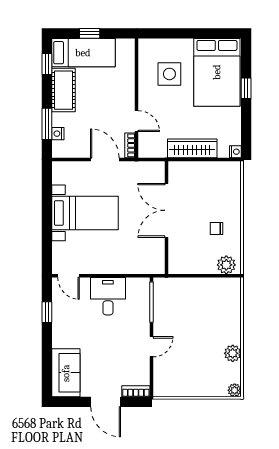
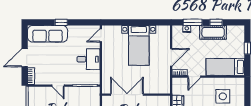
bed: (83, 53) -> (225, 67), moved, turned 90
window: (47, 64) -> (216, 22), moved
double door: (166, 210) -> (127, 95), moved
window: (47, 312) -> (61, 22), moved
sofa: (66, 373) -> (48, 34), width x1.36

